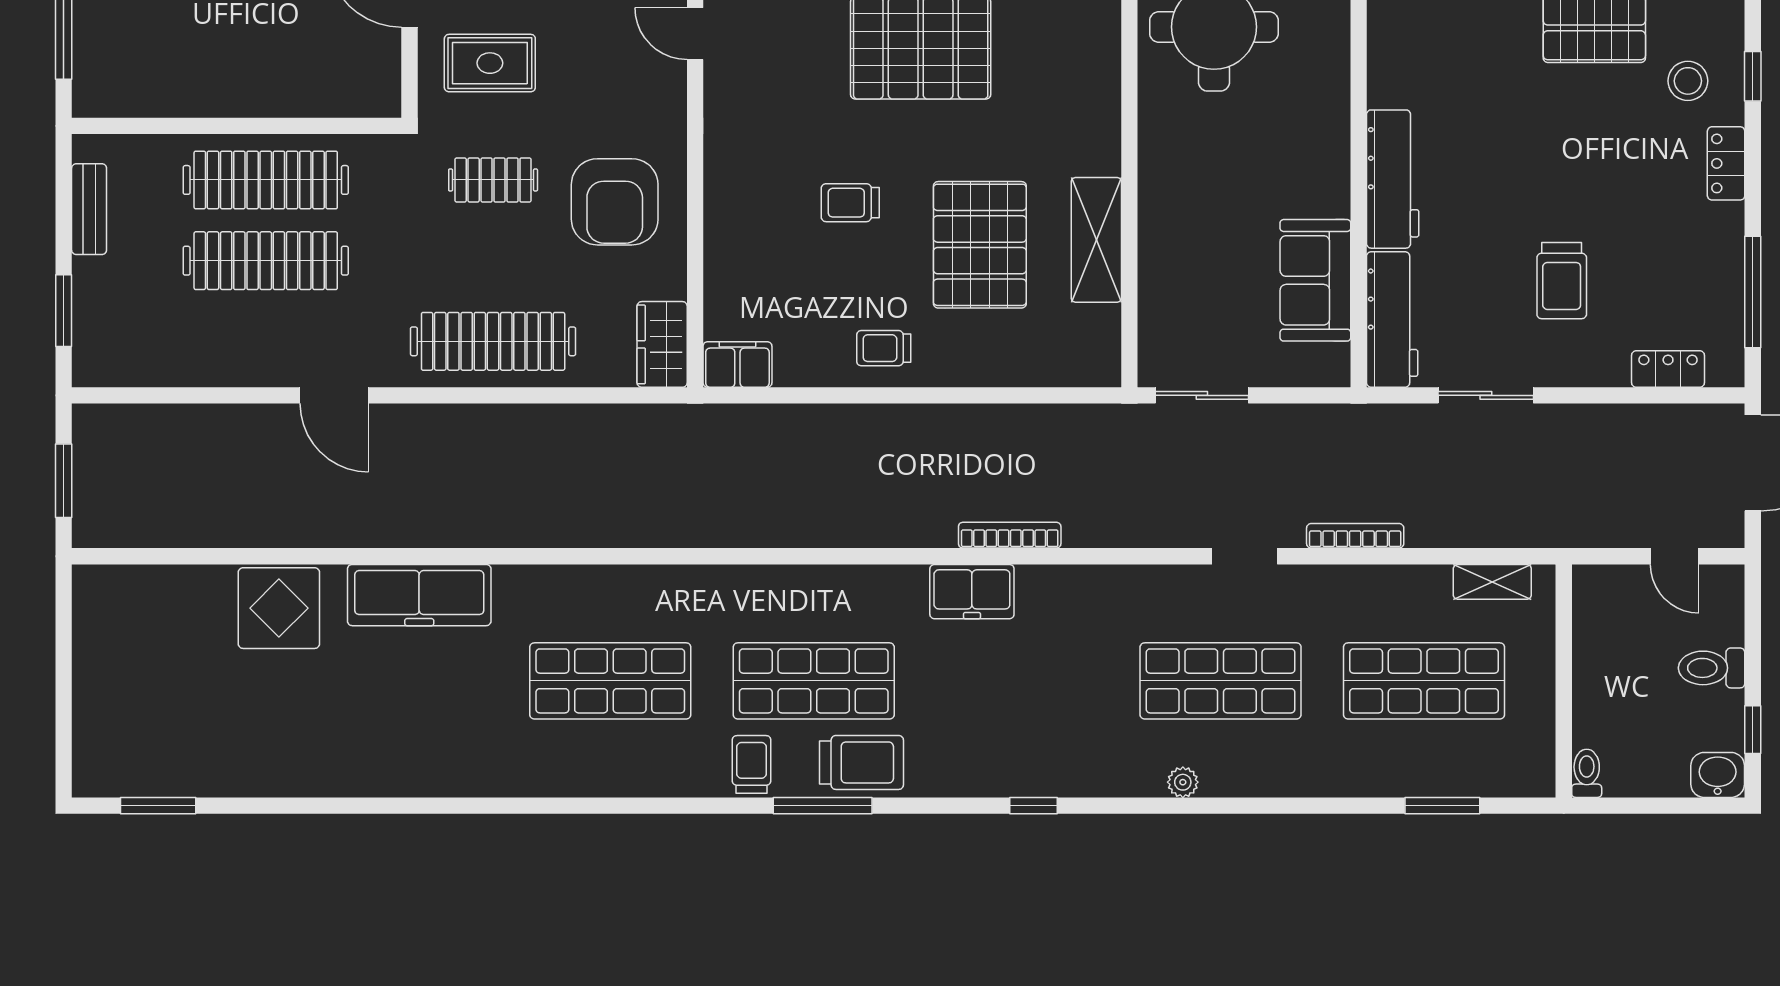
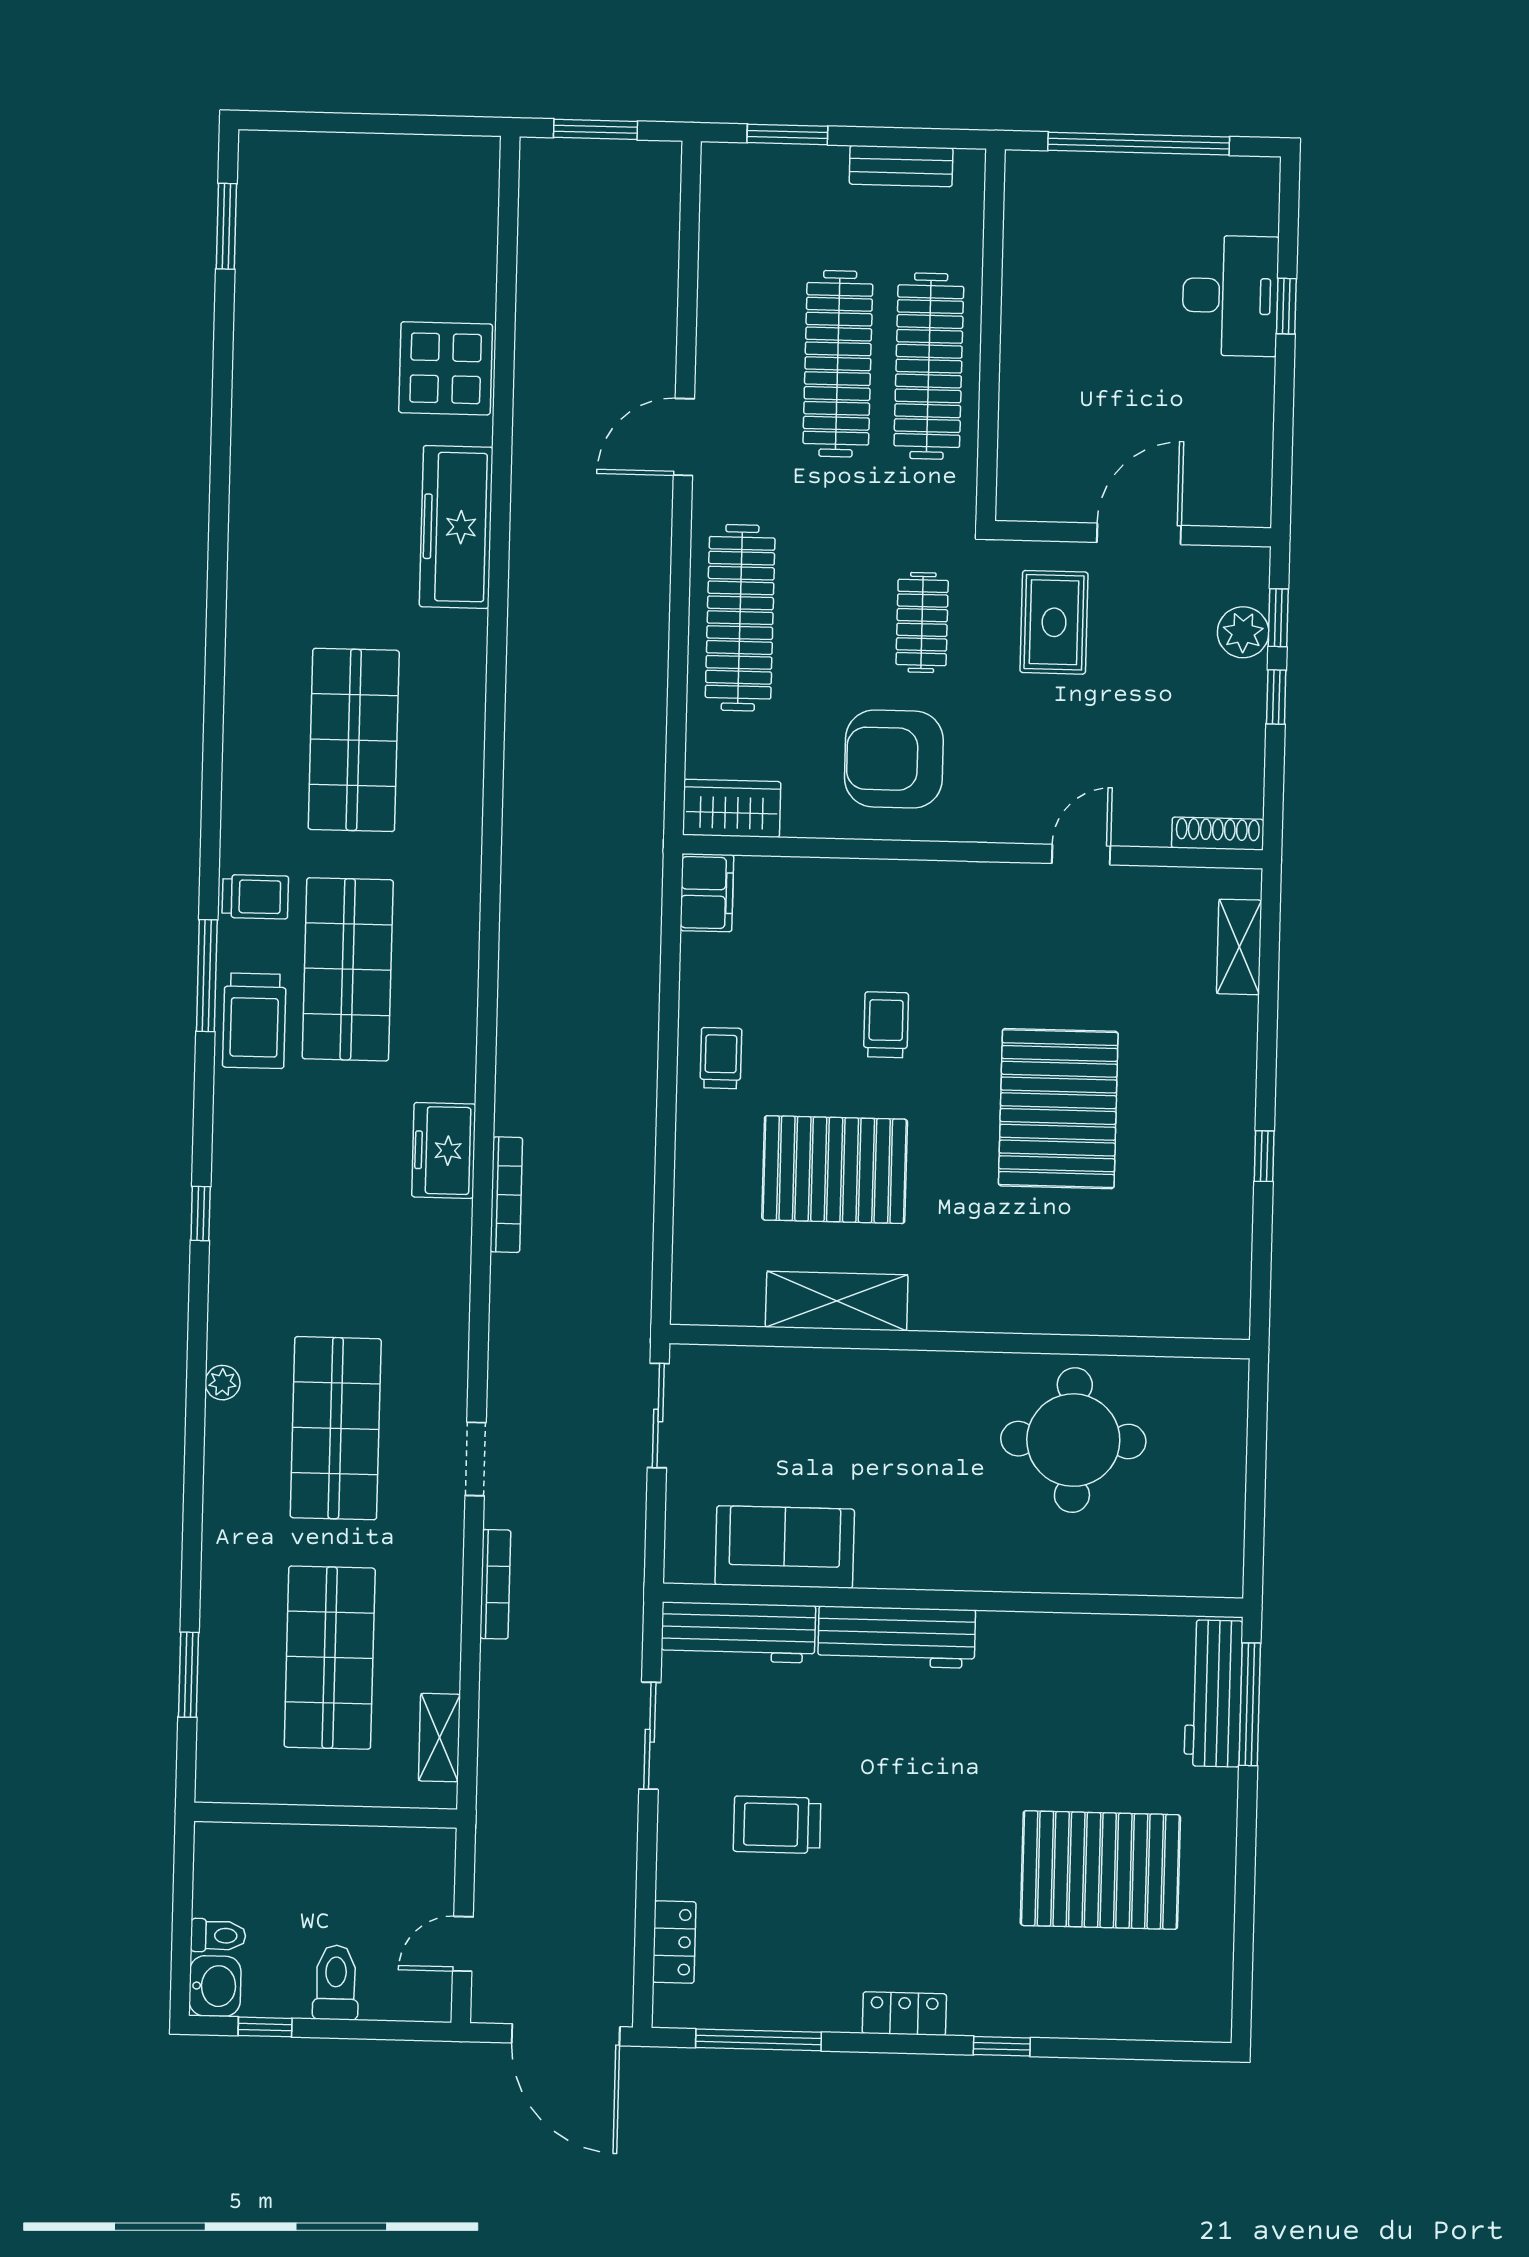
stool: (1688, 81) -> (999, 1973), removed
toilet: (1587, 773) -> (218, 1935), moved

